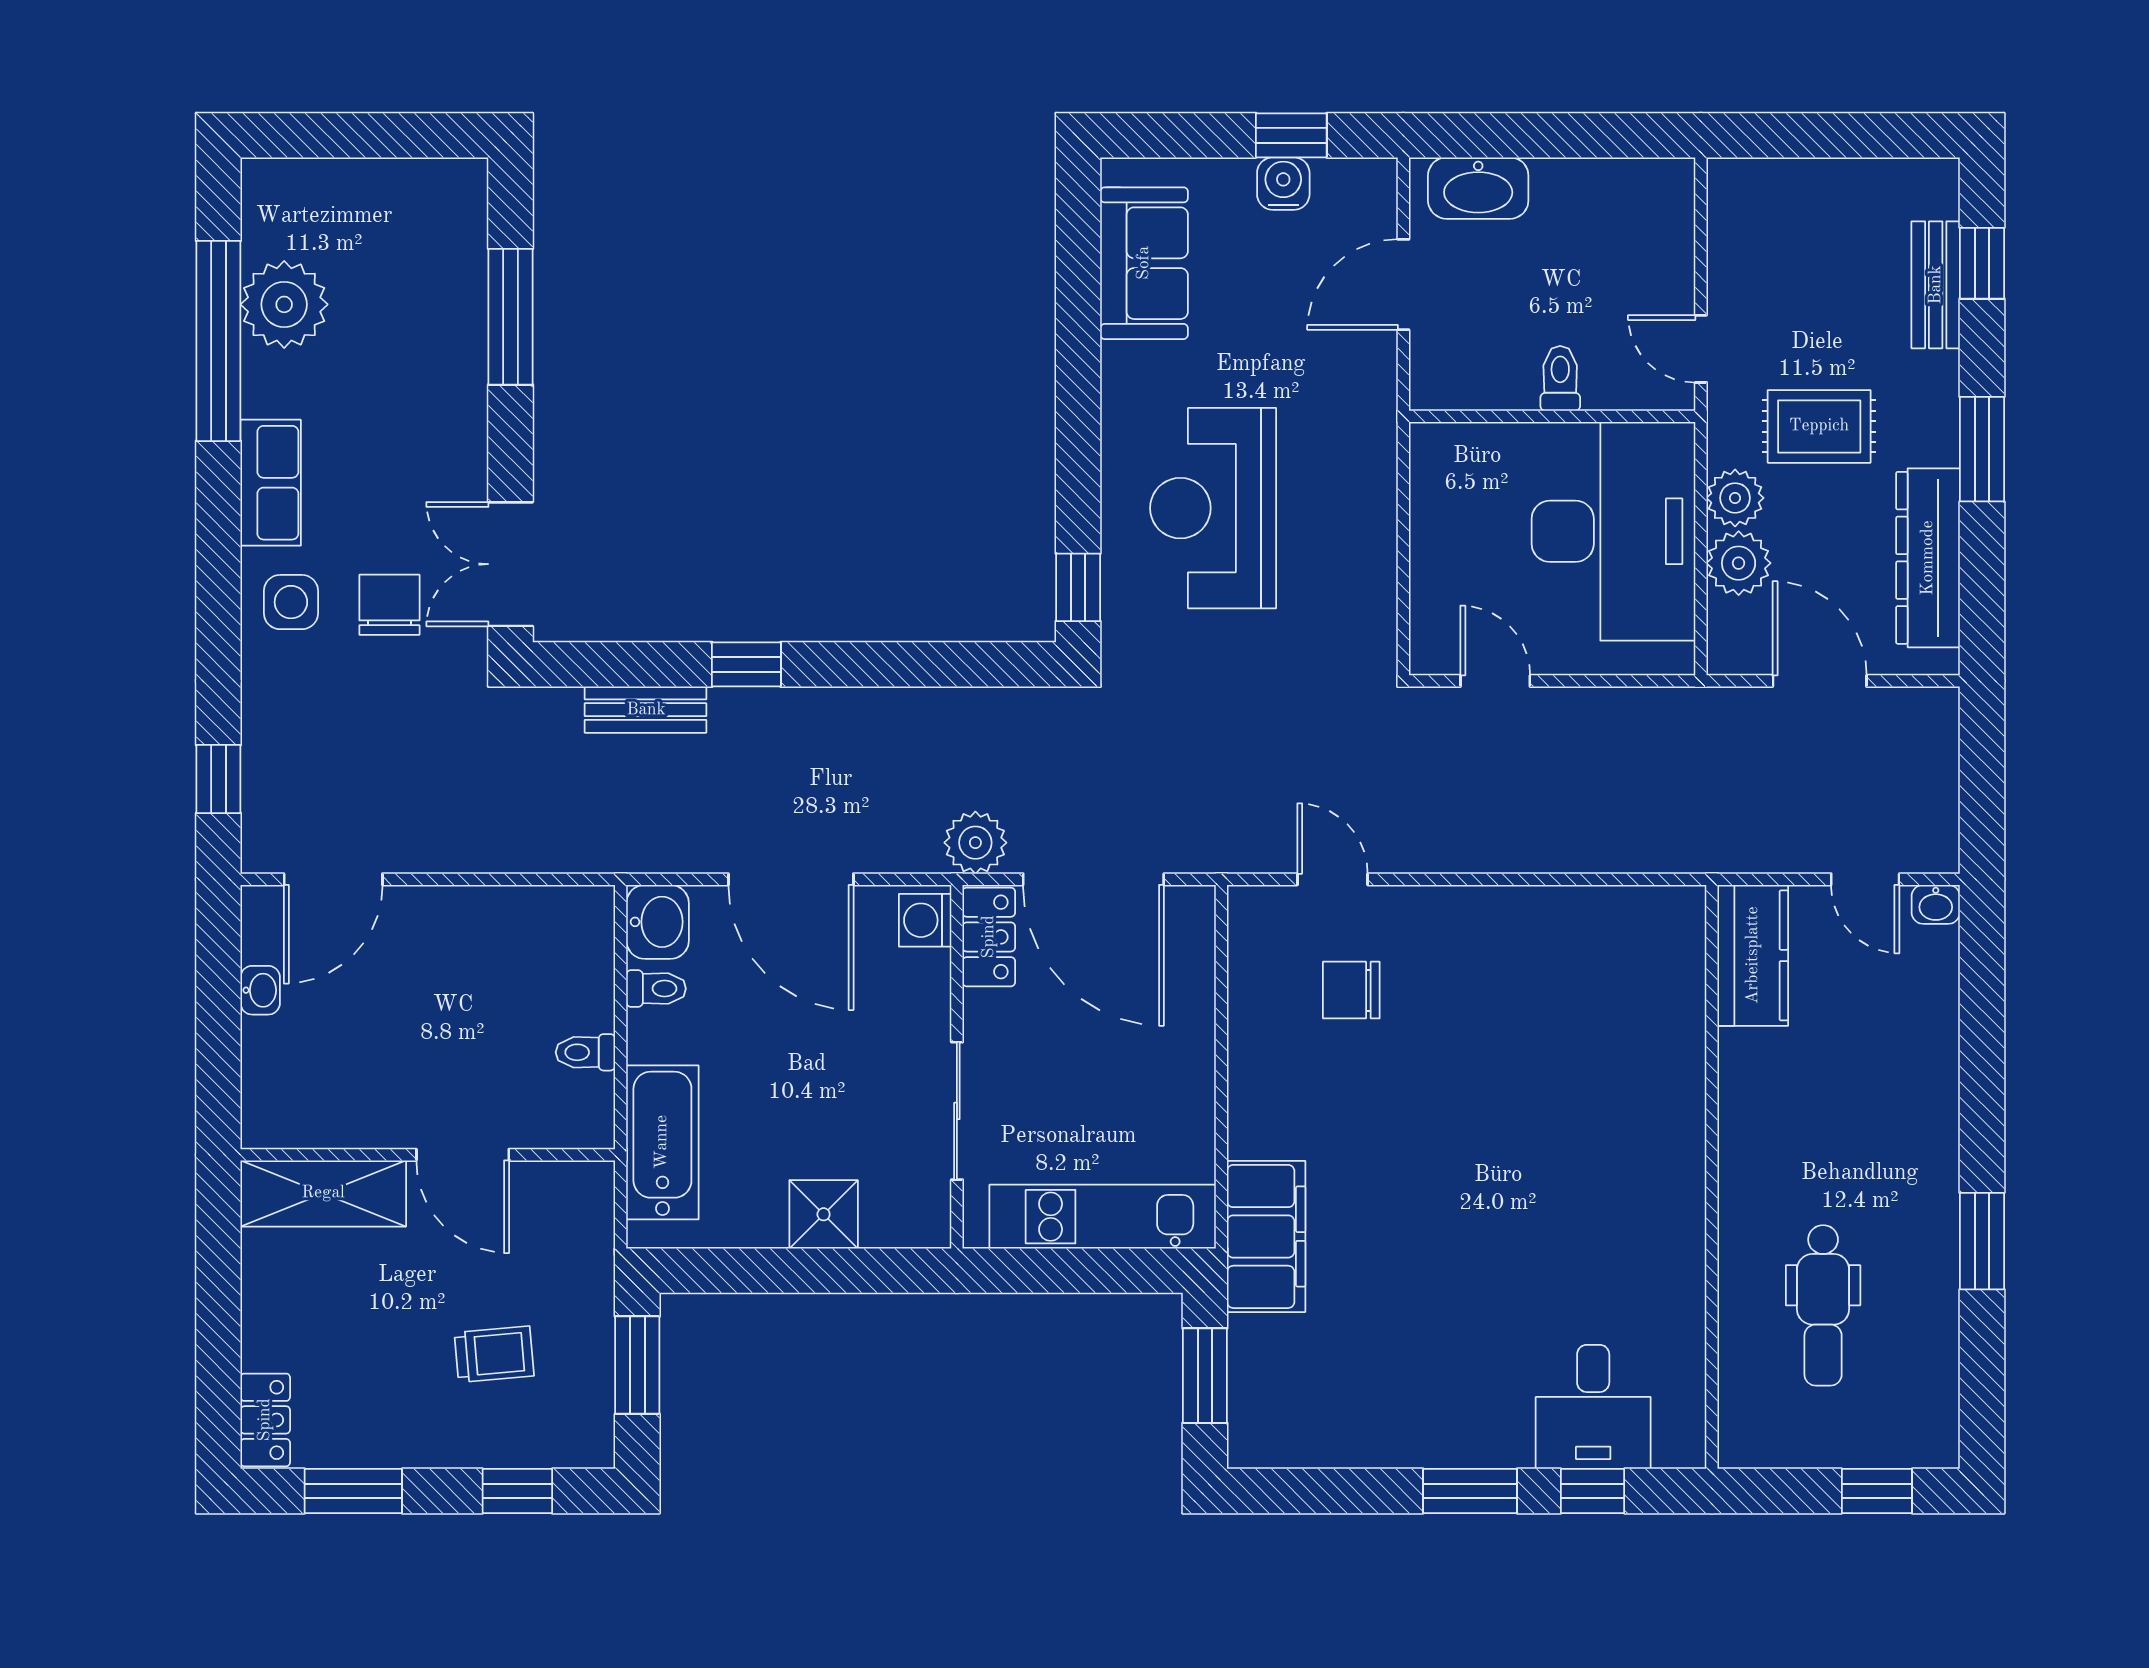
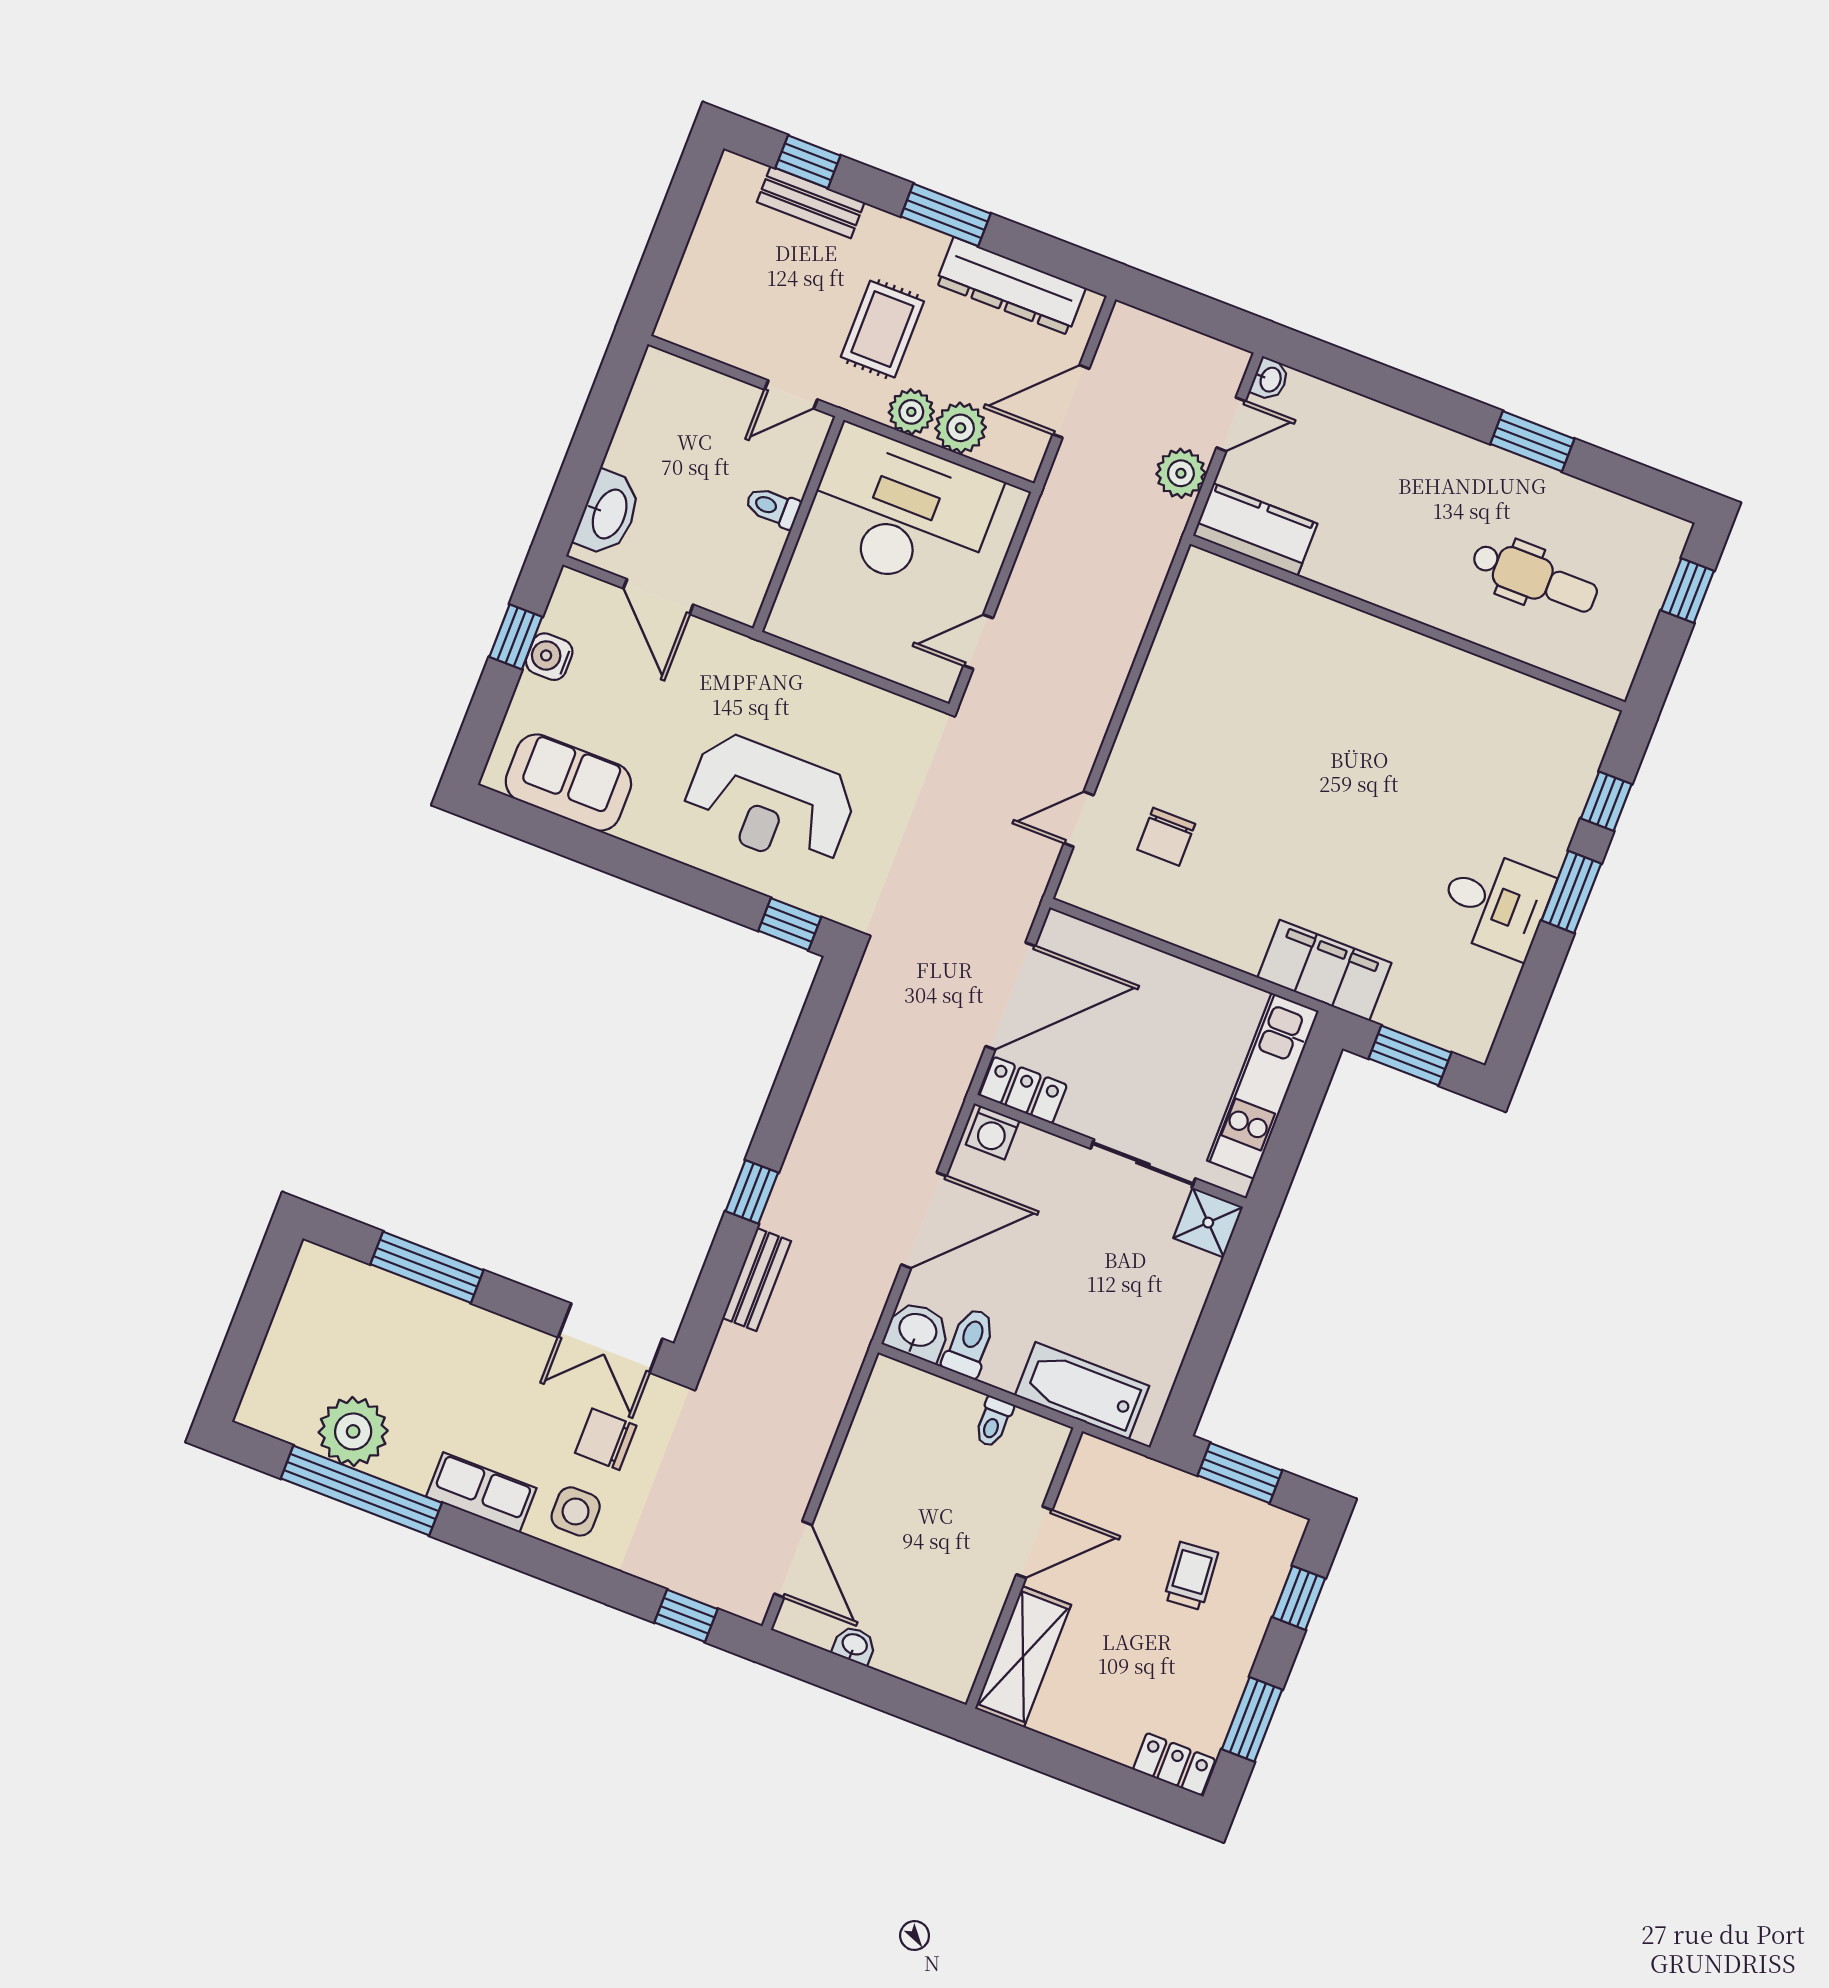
plant: (975, 843) -> (1181, 473), moved
toilet: (656, 989) -> (970, 1343), width x1.37, depth x1.39
shower: (824, 1214) -> (1208, 1223), moved
desk: (1593, 1407) -> (1495, 903), moved

